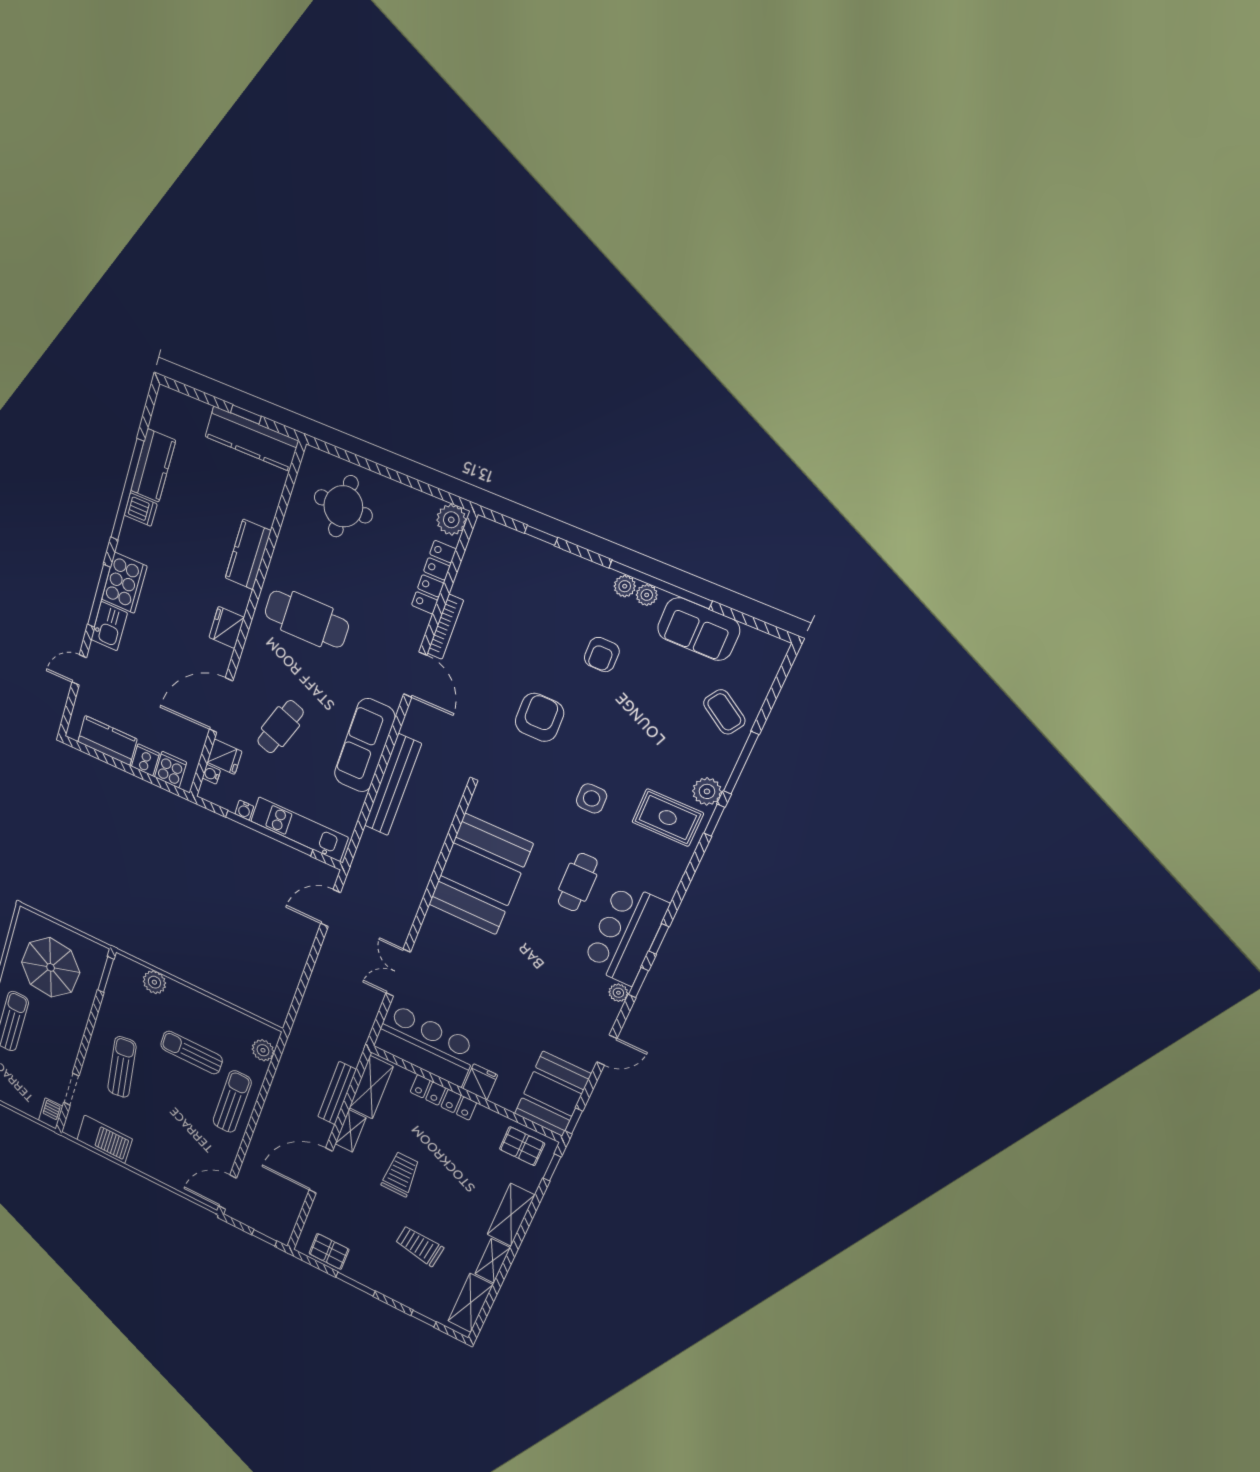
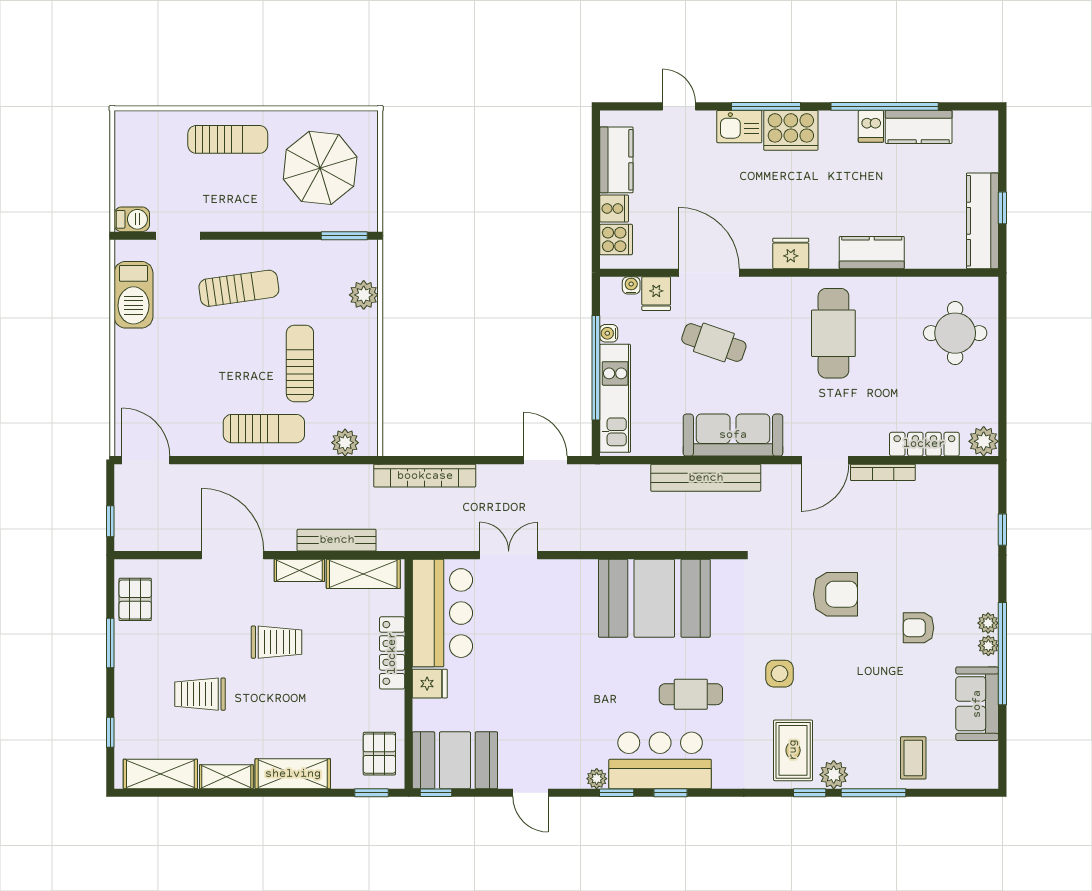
coffee table: (724, 712) -> (913, 758), turned -33
bookcase: (310, 1005) -> (425, 476), added
trolley: (419, 1246) -> (200, 694), turned -97

